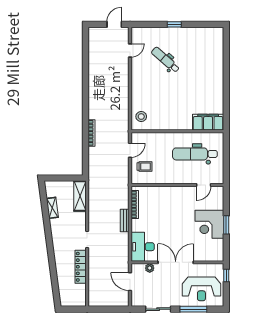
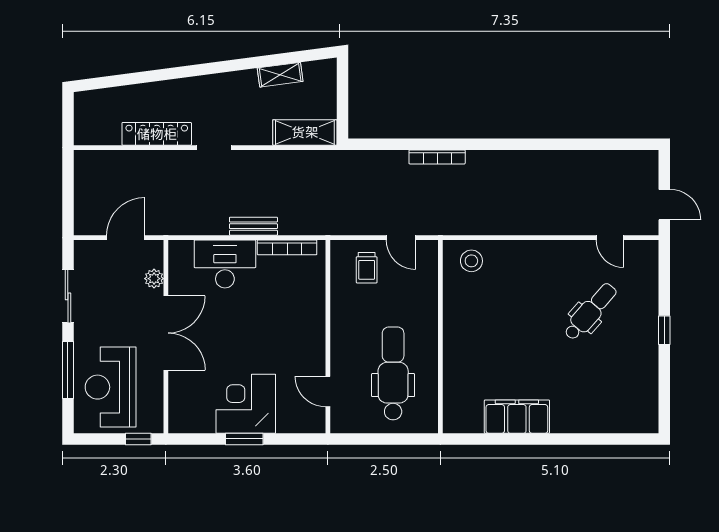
filing cabinet: (208, 122) -> (517, 417), moved, turned -90
desk: (143, 247) -> (225, 264), moved

